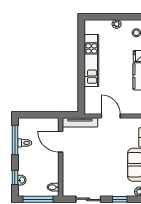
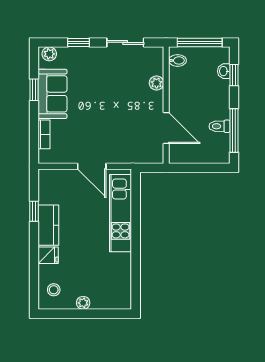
kitchen unit: (91, 60) -> (121, 213), moved
tv unit: (80, 122) -> (138, 157), removed
plant: (67, 172) -> (157, 83), added

